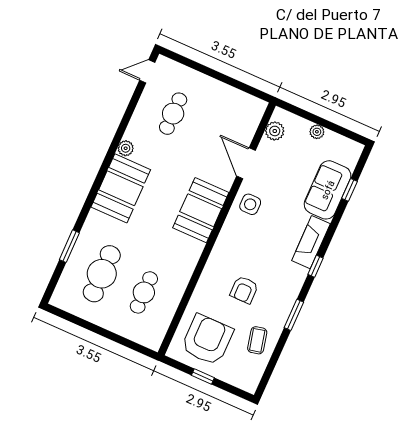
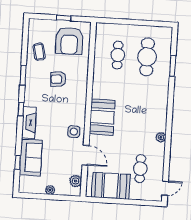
booth: (121, 188) -> (111, 186), moved, turned 90
armchair: (244, 290) -> (58, 79), turned -95

